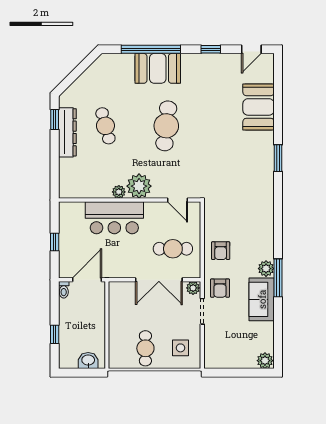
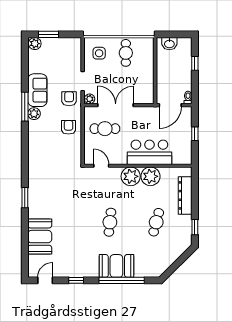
cafe table: (105, 126) -> (156, 222), turned 30
cafe table: (166, 126) -> (110, 222), width x0.73, depth x0.74
dresser: (67, 132) -> (185, 195), moved
plant: (119, 192) -> (150, 176), width x1.88, depth x1.88
window: (247, 373) -> (49, 34), added

